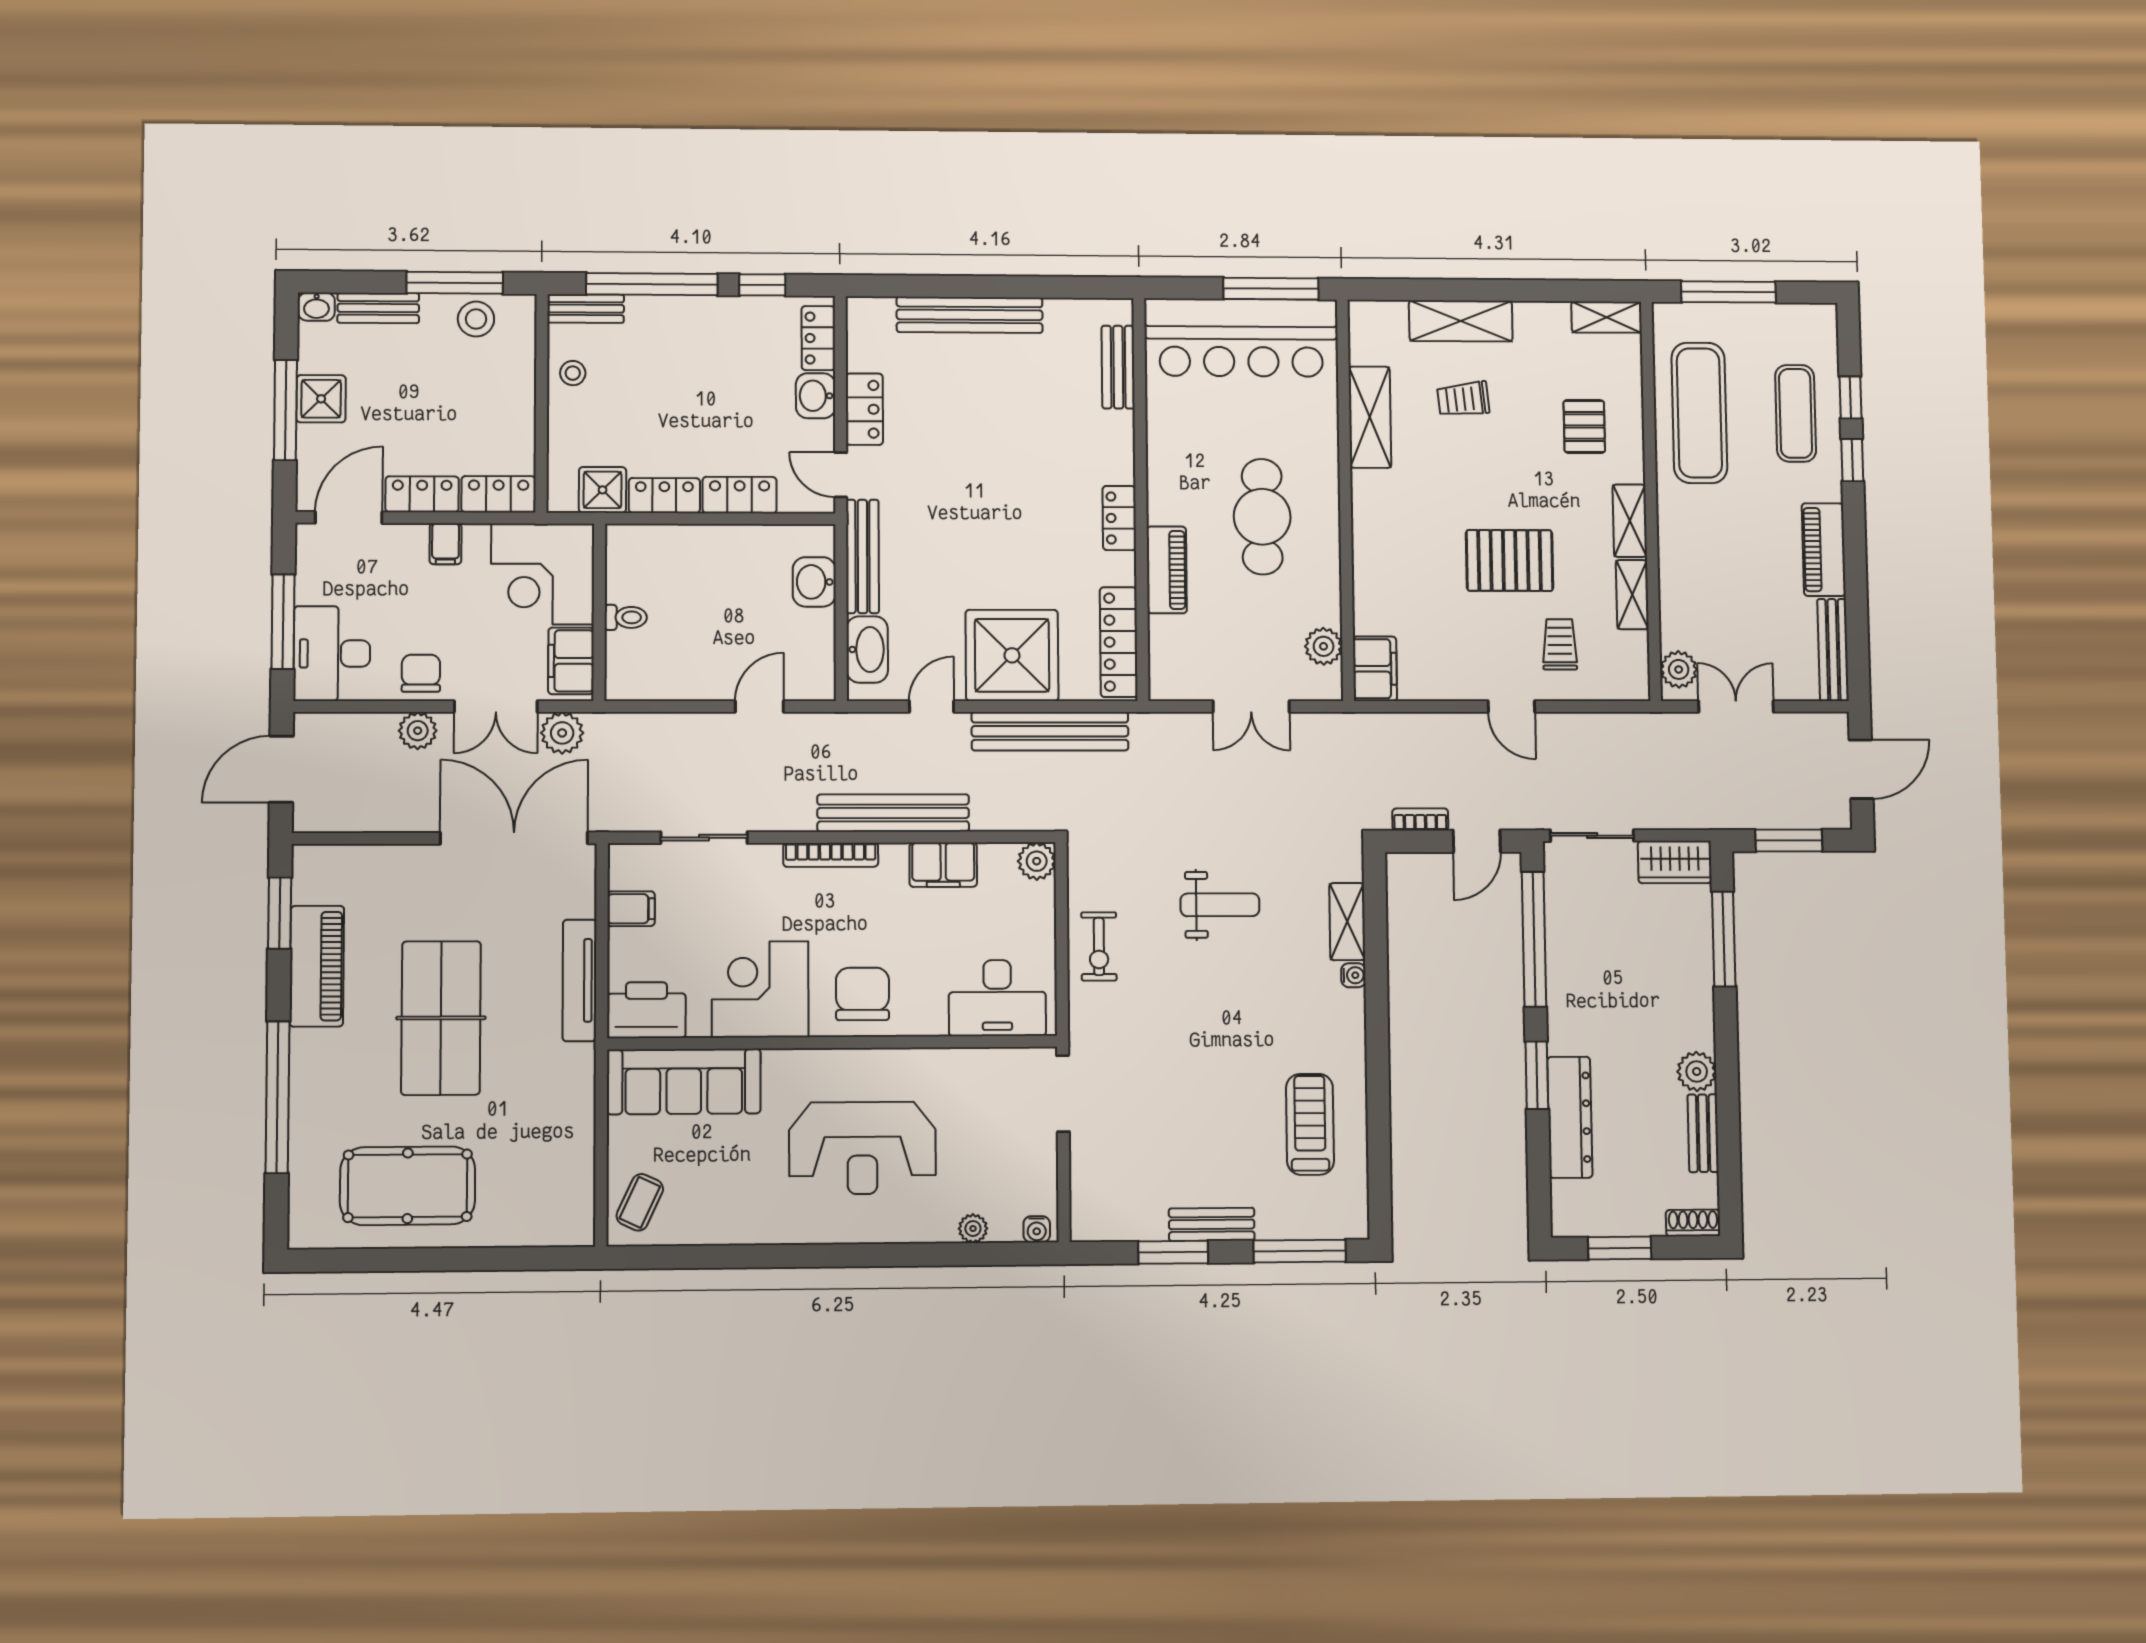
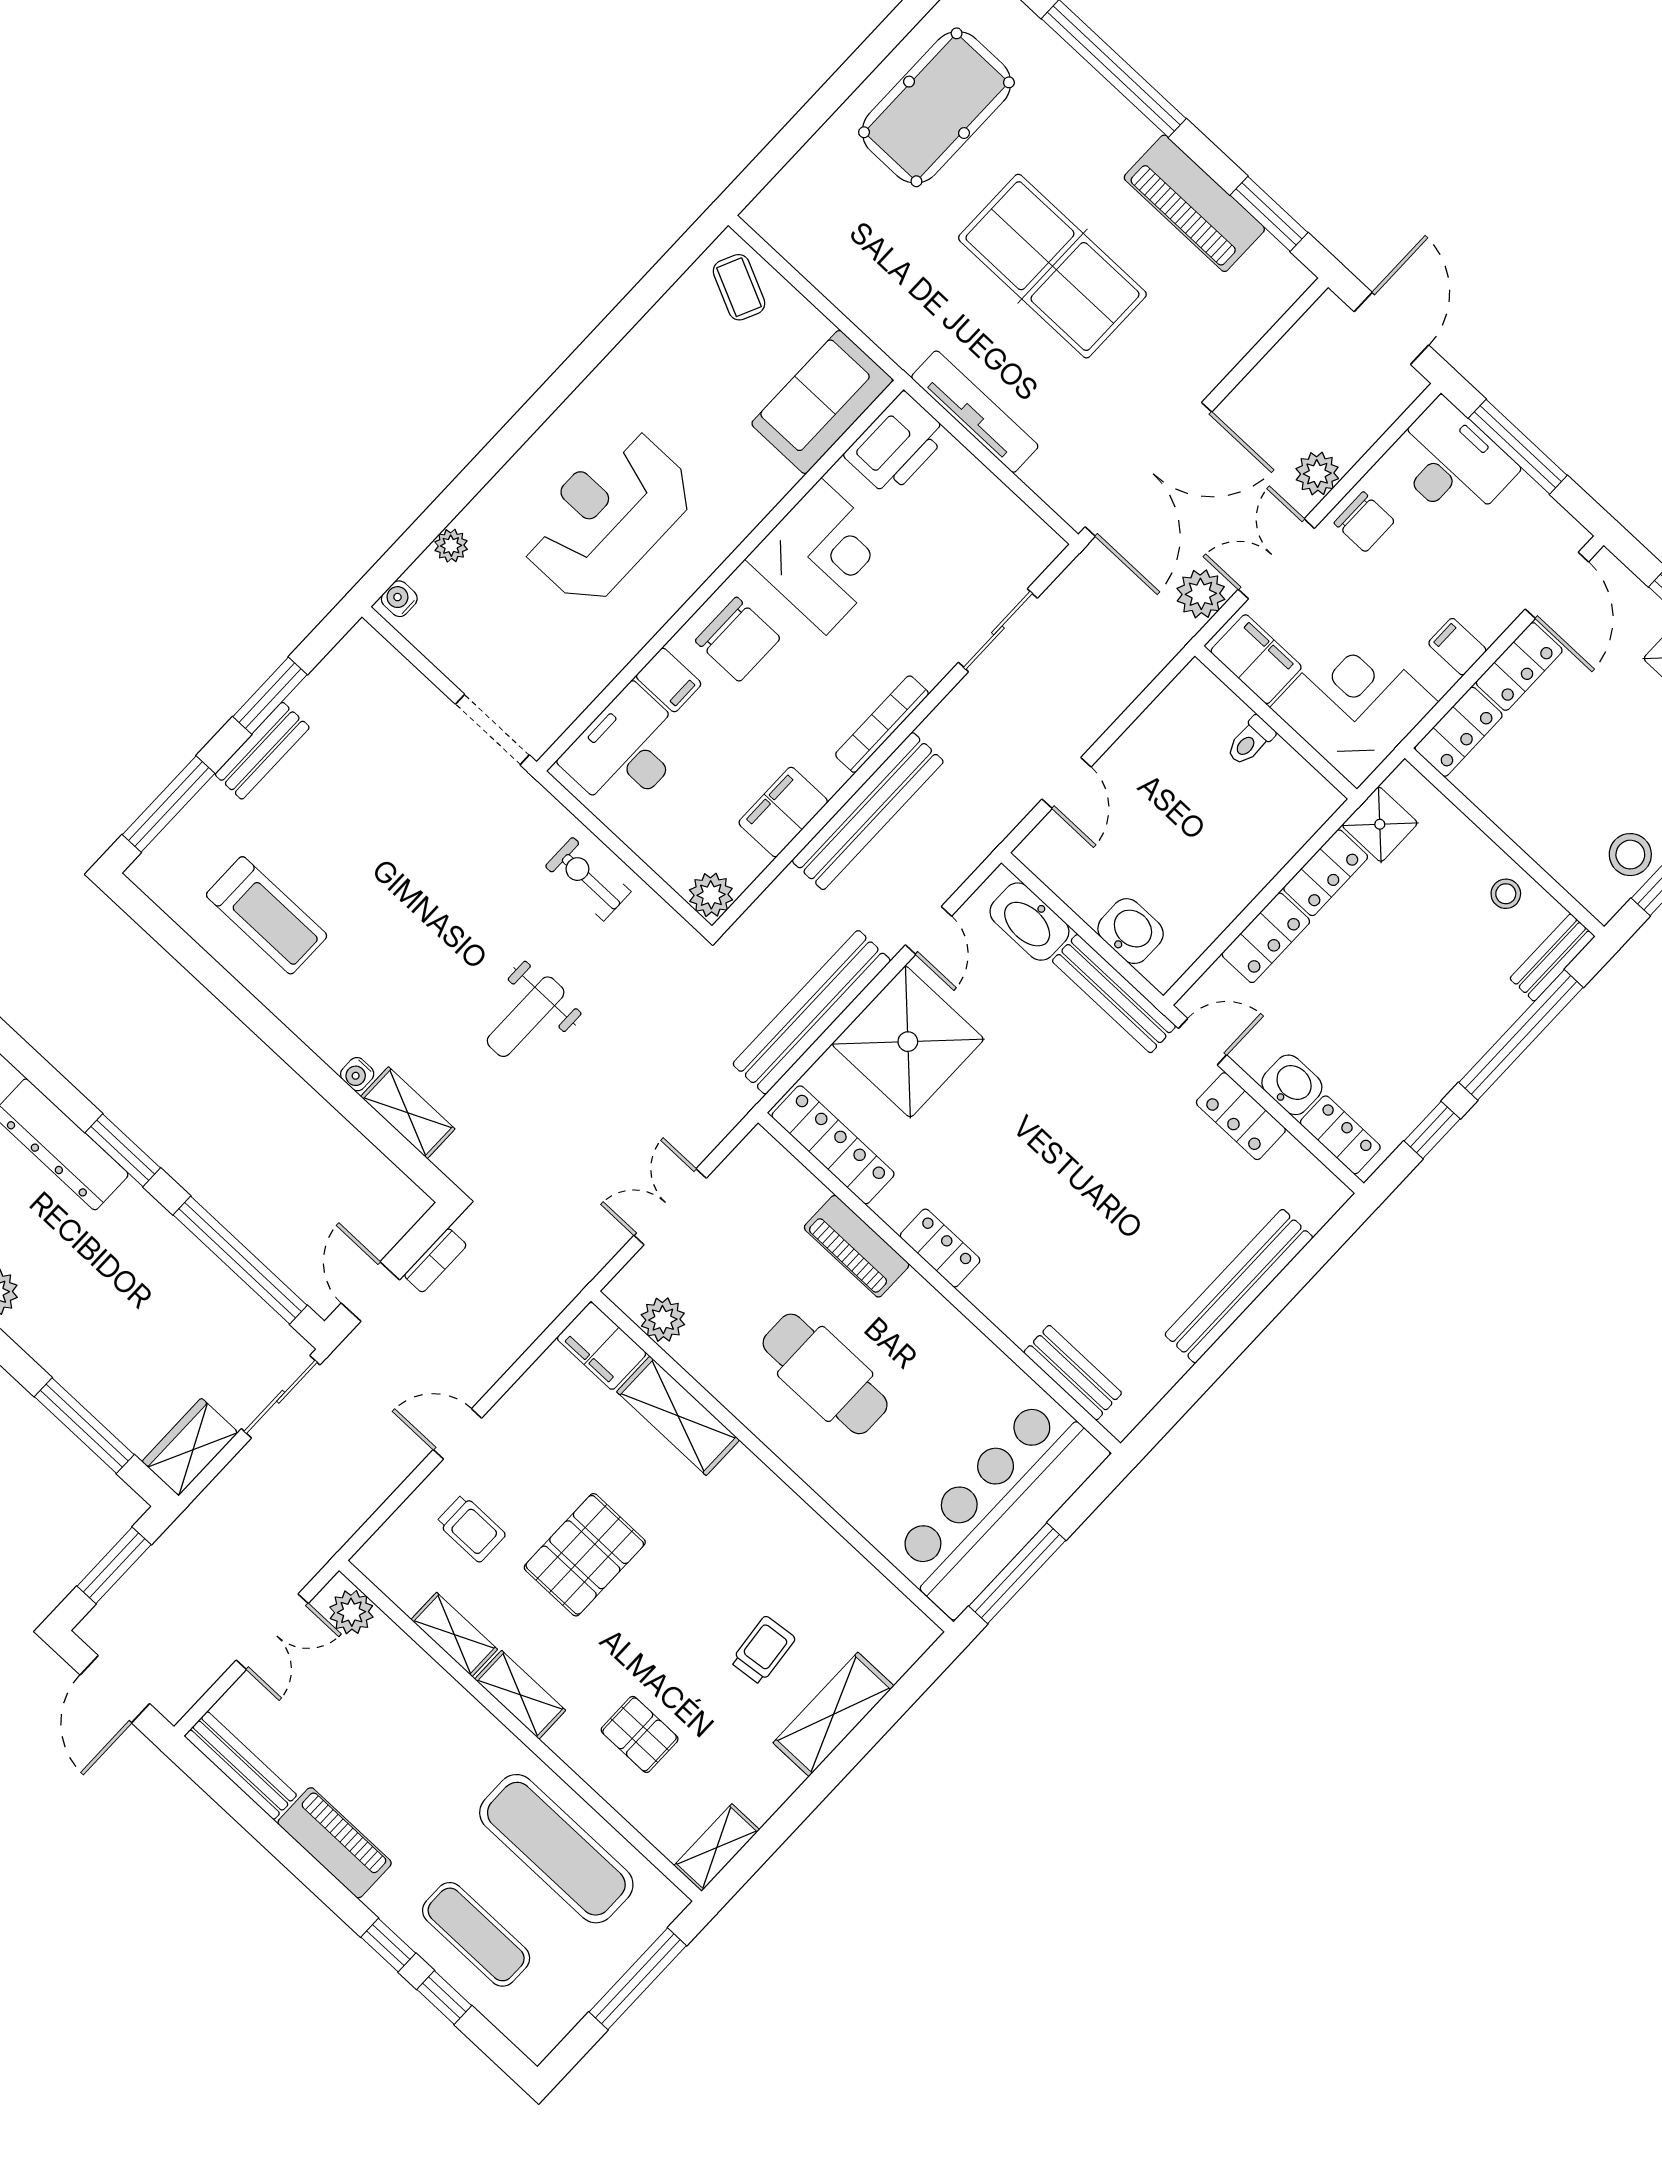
shelving: (1370, 417) -> (678, 1416), moved
filing cabinet: (631, 909) -> (669, 680), moved, turned -90
sofa: (684, 1082) -> (822, 402), width x0.73

